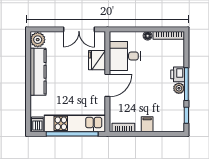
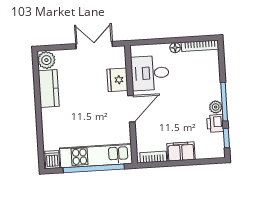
double door: (79, 29) -> (94, 45), swing flipped
kitchen counter: (38, 72) -> (49, 89), width x0.67
printer: (178, 74) -> (215, 123), moved
filing cabinet: (147, 124) -> (181, 151), width x2.00

